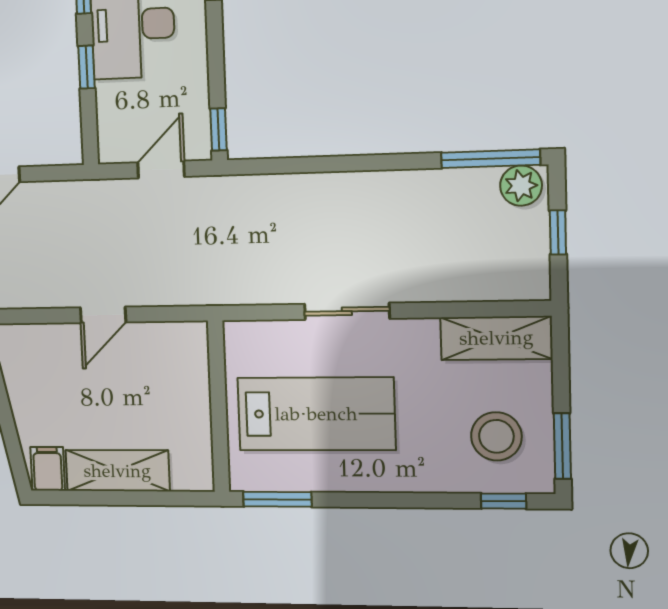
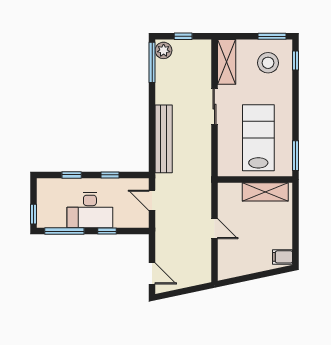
window: (218, 129) -> (110, 175), moved
bench: (306, 192) -> (164, 139), added
sliding door: (347, 311) -> (214, 107), moved
shelving: (117, 471) -> (265, 192), moved, turned 90

